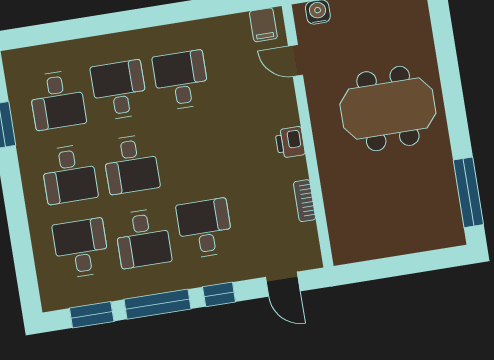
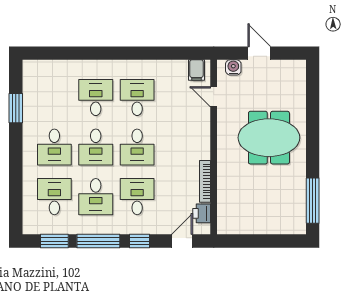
desk: (57, 100) -> (137, 147), moved
printer: (290, 142) -> (202, 213), moved
bookcase: (305, 201) -> (205, 181), width x1.56
door: (283, 284) -> (182, 241), swing flipped

